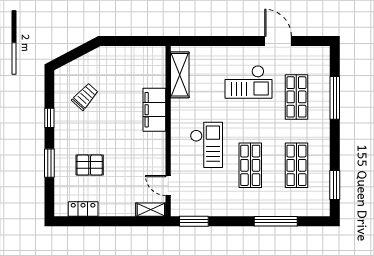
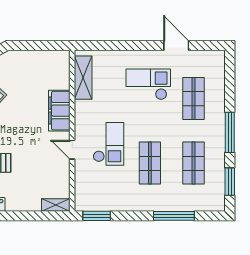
checkout: (249, 82) -> (148, 84), turned 180
window: (335, 98) -> (230, 132), moved
door: (168, 186) -> (72, 150), moved

